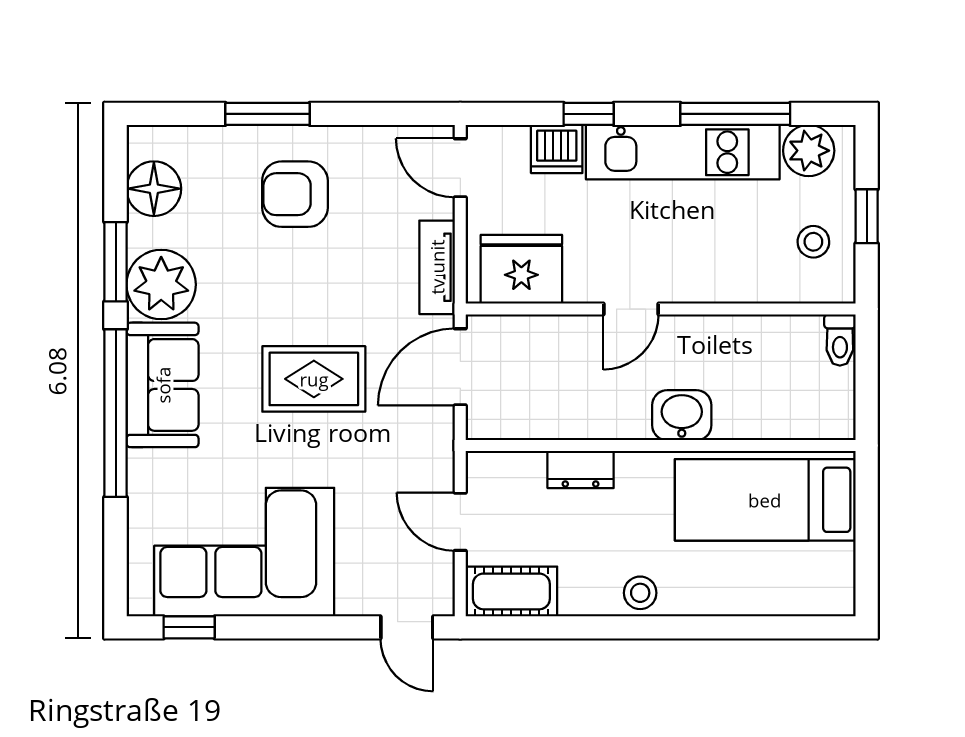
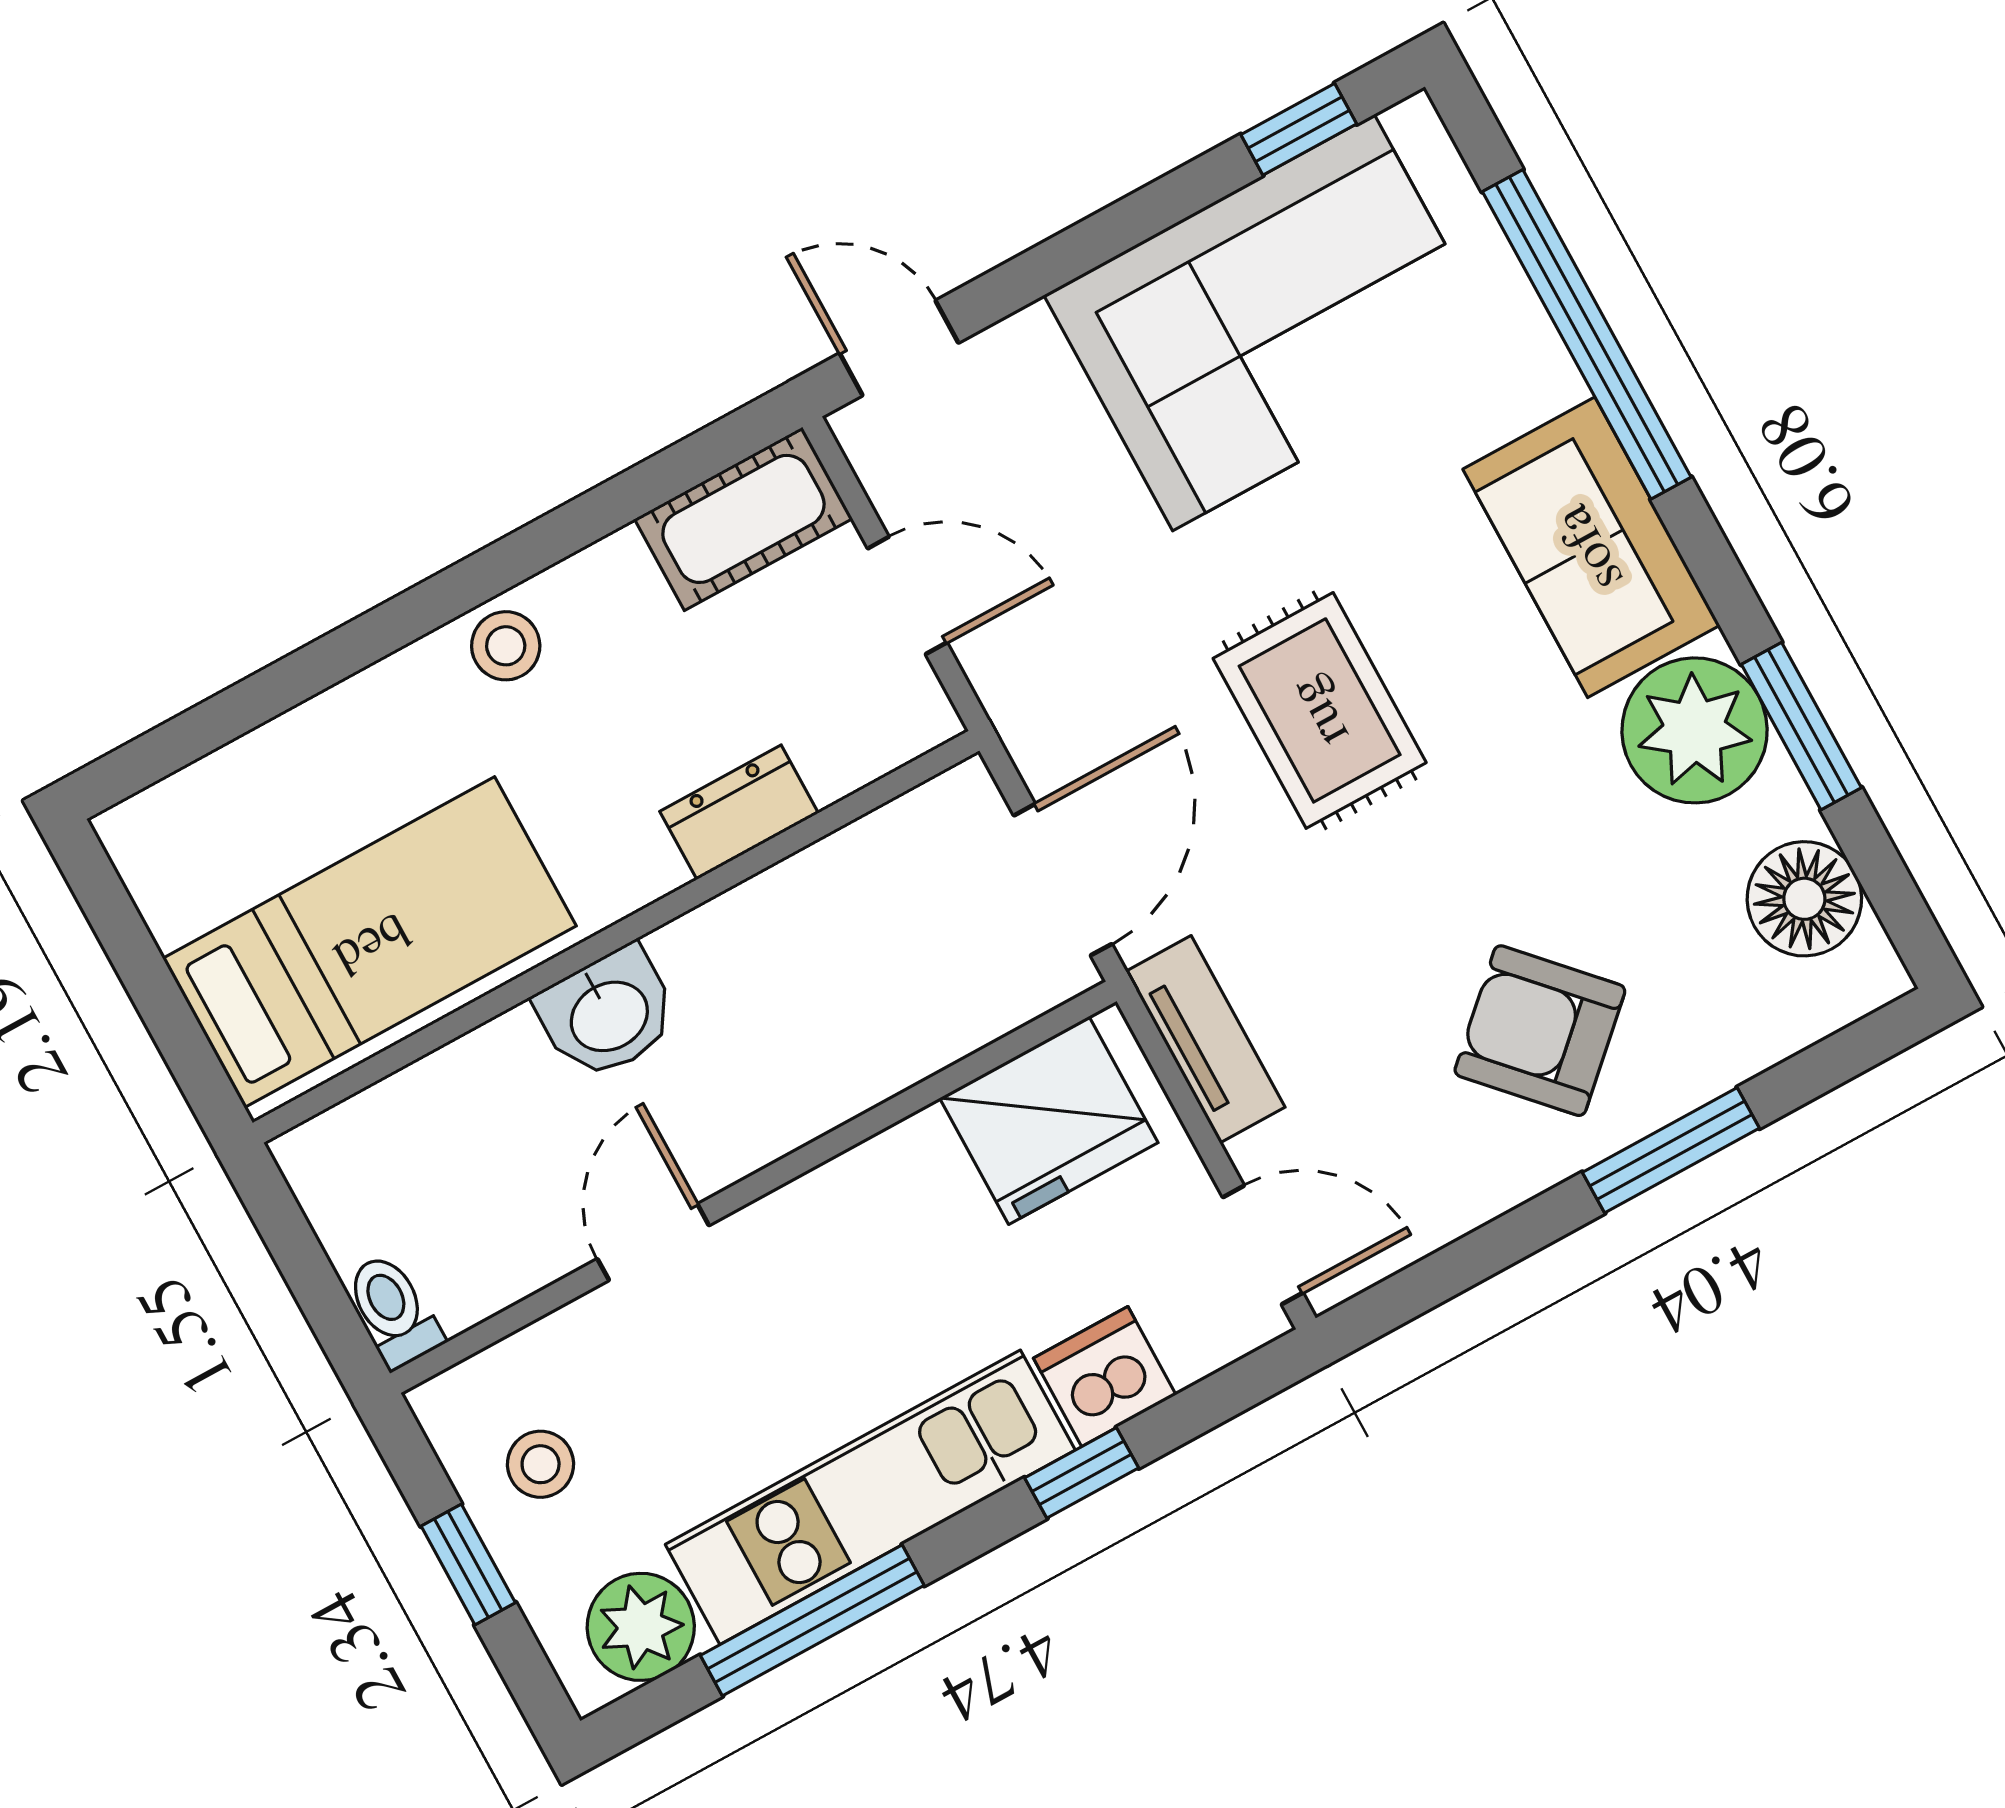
armchair: (295, 194) -> (1540, 1031), turned -133
door: (631, 309) -> (653, 1242), moved
rug: (314, 379) -> (1320, 710), turned 90
window: (116, 413) -> (1587, 334), moved

